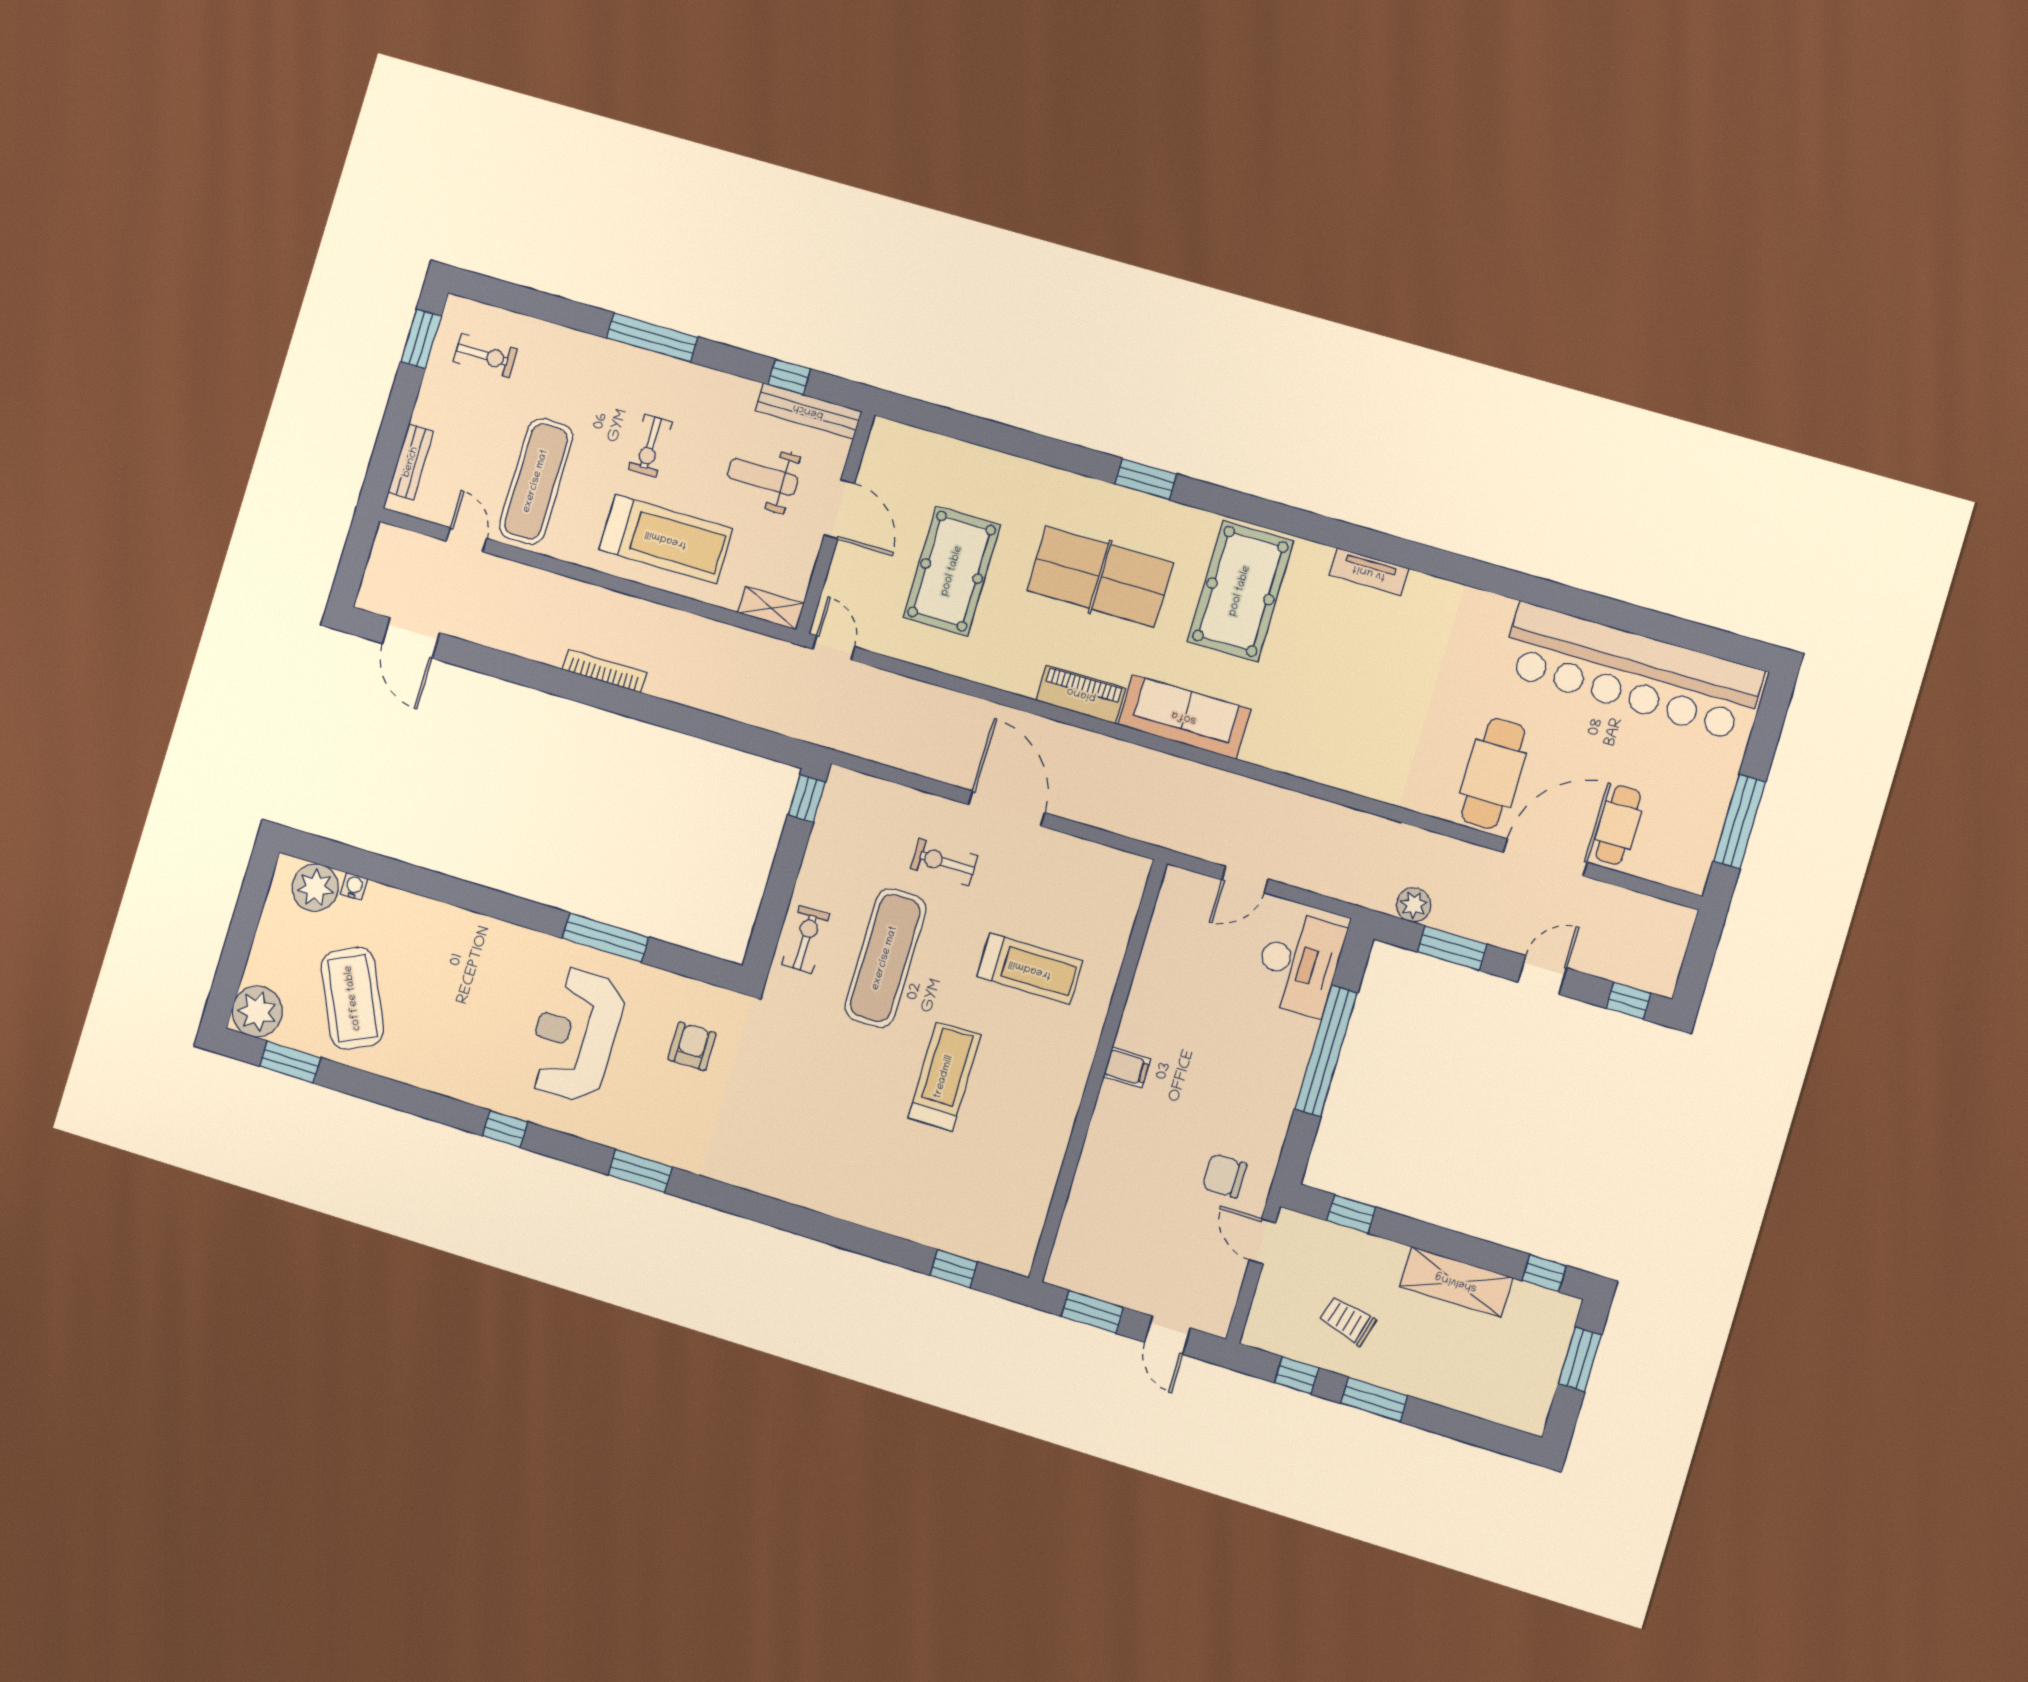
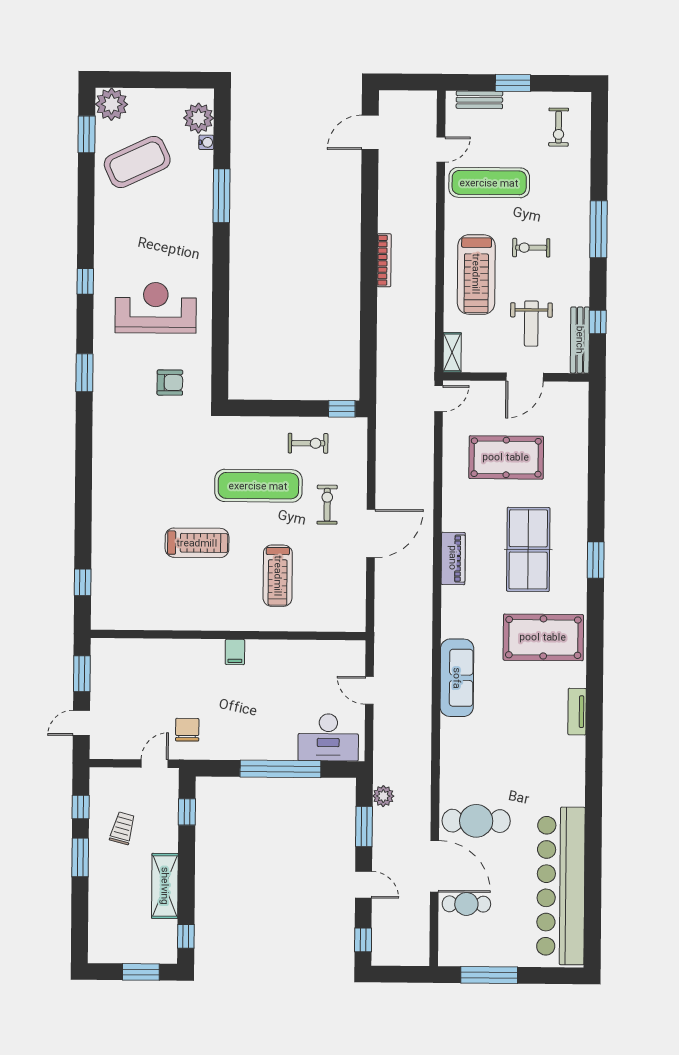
window: (421, 339) -> (513, 83), moved
weight bench: (763, 477) -> (531, 324), turned 180
sofa: (1184, 717) -> (457, 678), moved
window: (606, 938) -> (221, 196), moved
exercise bike: (806, 939) -> (308, 443), moved

